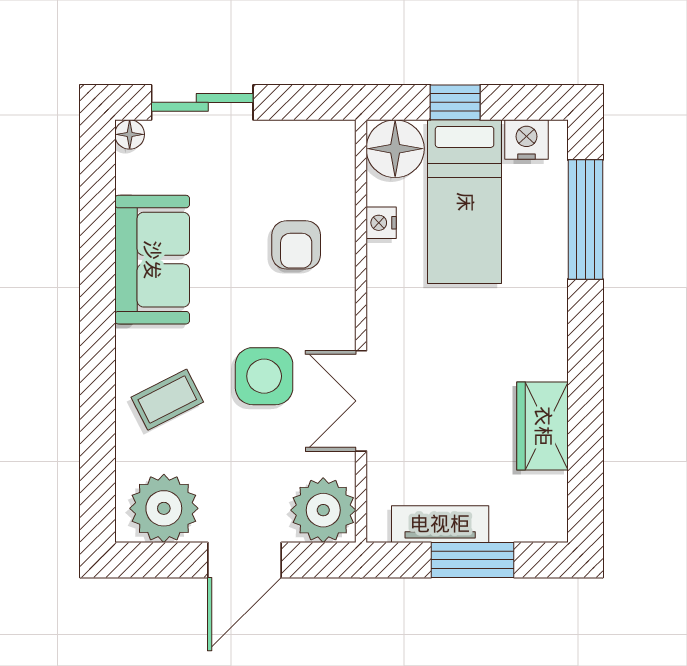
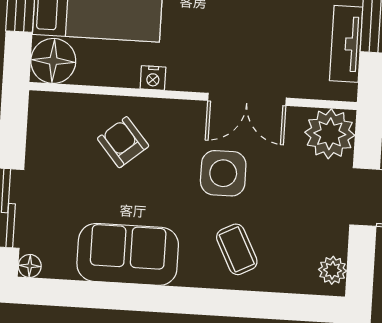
nightstand: (381, 223) -> (153, 78), moved
armchair: (296, 245) -> (123, 142), turned -130
plant: (164, 508) -> (332, 270), width x0.53, depth x0.53

